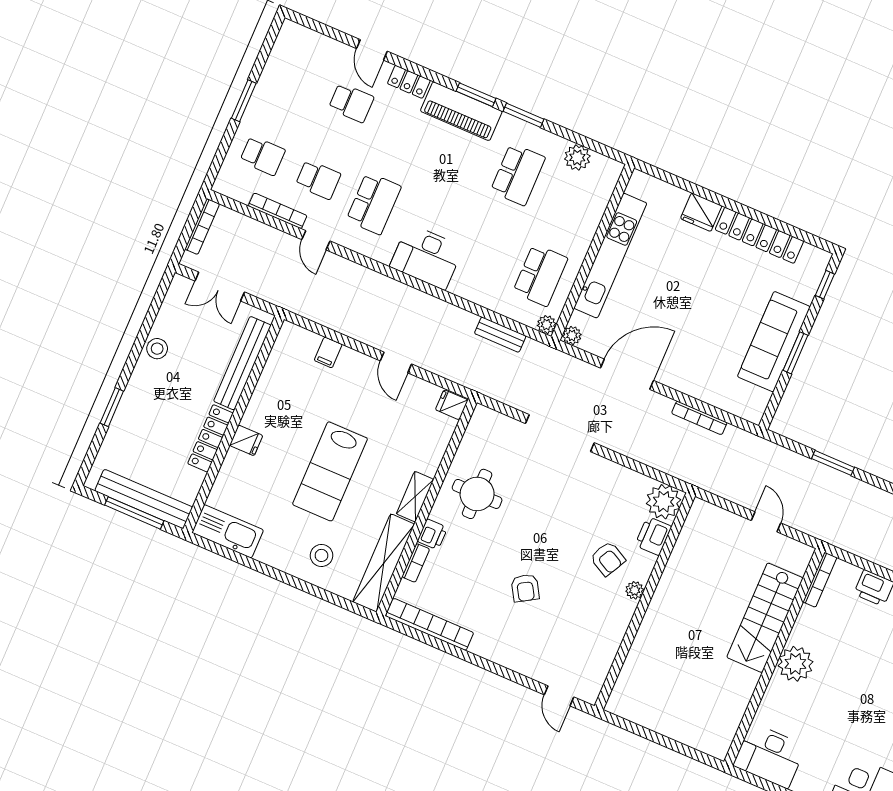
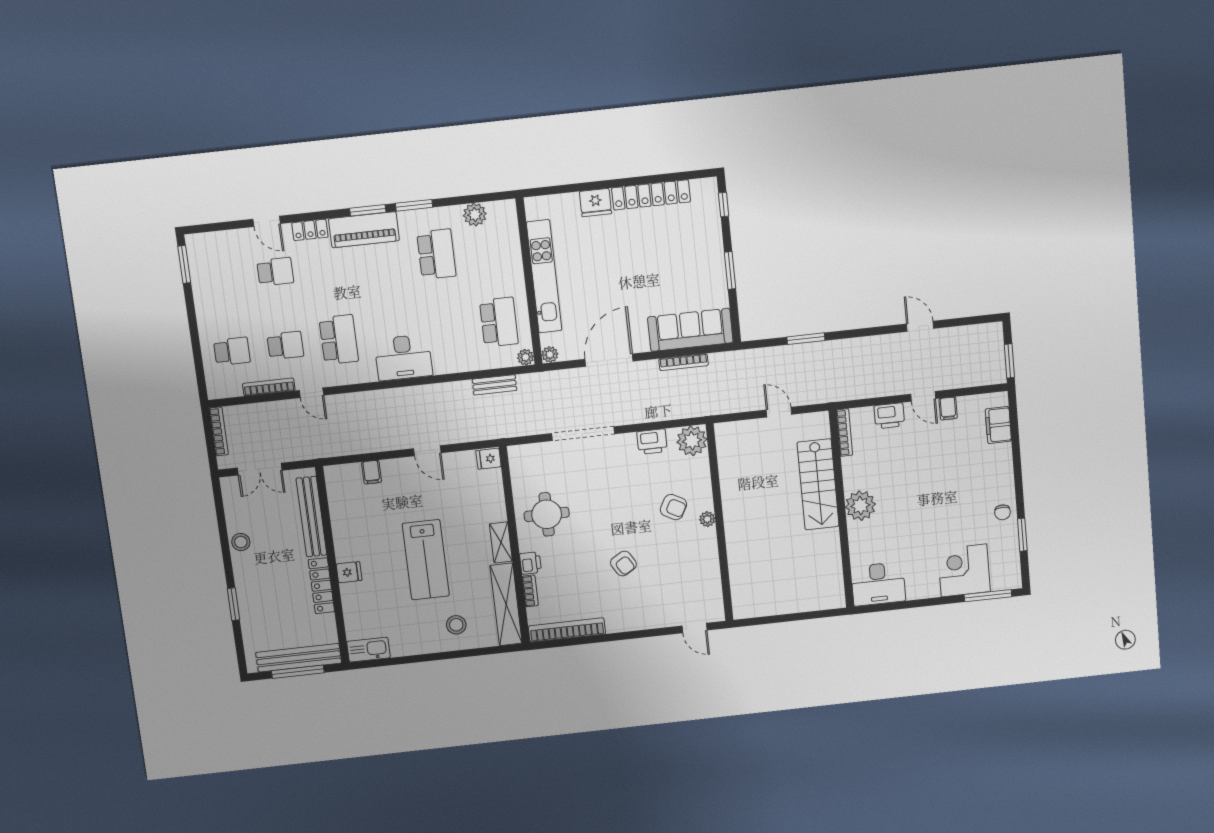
window: (244, 101) -> (184, 264), moved
sofa: (774, 342) -> (690, 330), moved, turned 90
kitchen sink: (228, 531) -> (368, 650), width x0.73, depth x0.81
printer: (653, 536) -> (652, 442), moved, turned -90

